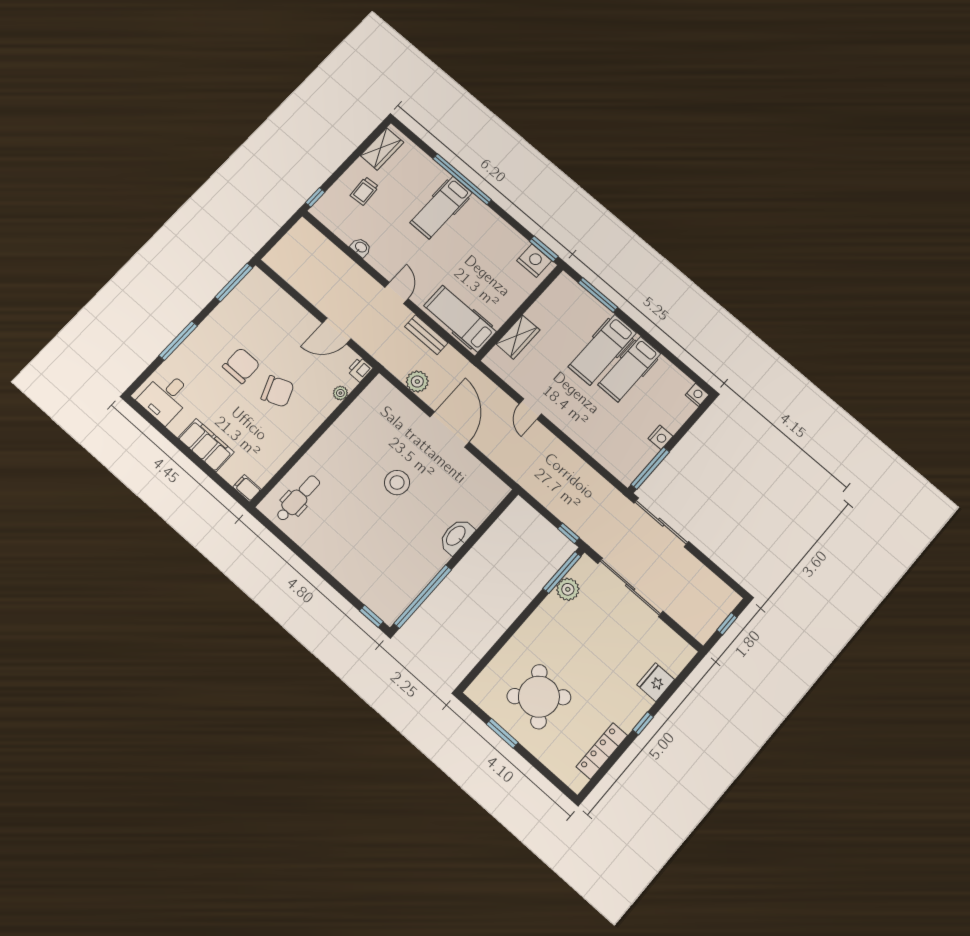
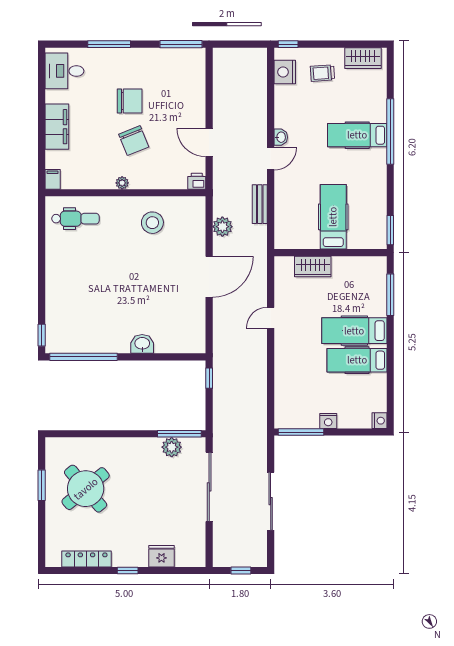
washbasin: (361, 247) -> (281, 137), moved
nightstand: (534, 261) -> (285, 72), moved, turned 180
hospital bed: (460, 319) -> (333, 217), moved
plant: (340, 393) -> (122, 183), moved
stool: (397, 483) -> (152, 223), moved
sliding door: (661, 522) -> (271, 501), moved
window: (568, 533) -> (209, 378), moved
washbasin: (456, 536) -> (142, 344), width x0.72

